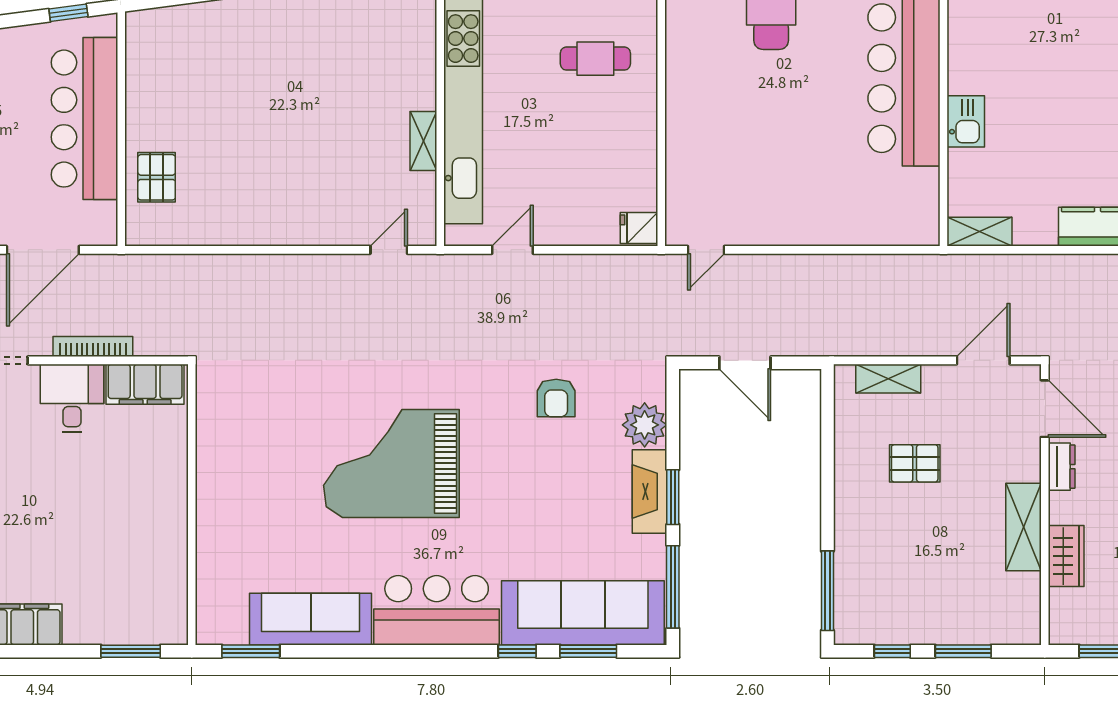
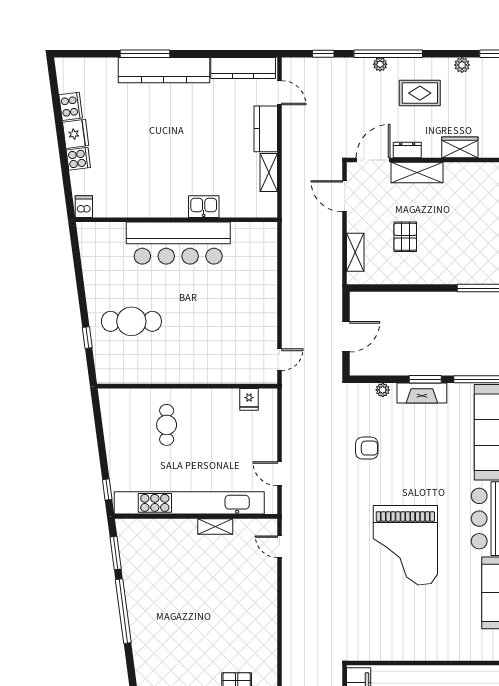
fridge: (639, 228) -> (249, 399), moved
shelving: (980, 232) -> (269, 172), moved
door: (706, 250) -> (279, 360), hinge flipped
plant: (645, 425) -> (383, 390), width x0.53, depth x0.53
shelving: (1023, 527) -> (417, 173), moved

